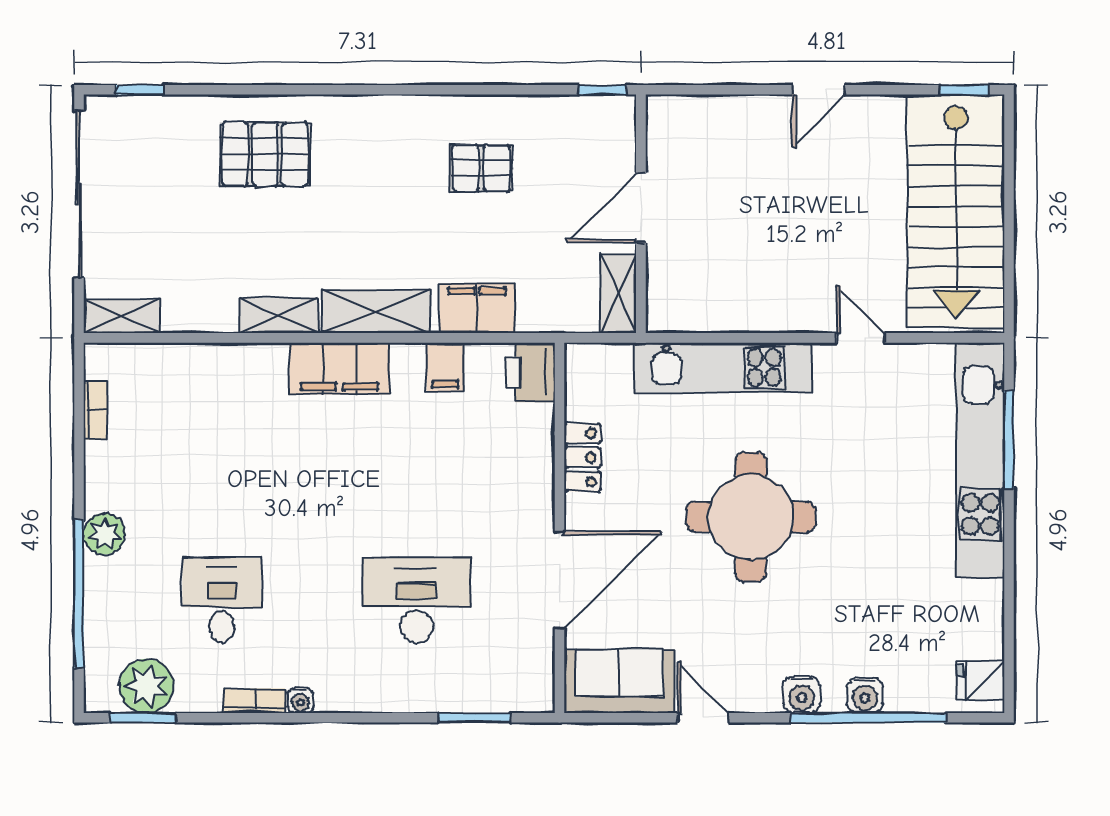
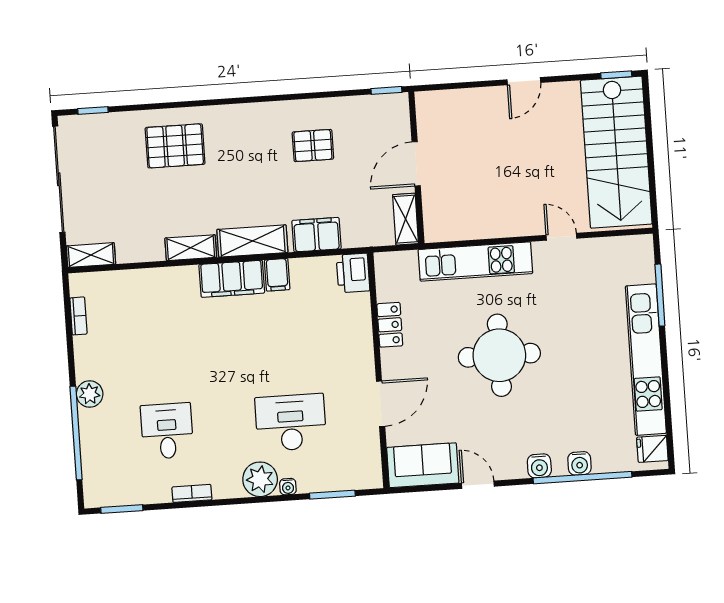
filing cabinet: (445, 367) -> (277, 275), moved
kitchen unit: (980, 460) -> (646, 360), moved
door: (560, 580) -> (381, 404), width x0.73
plant: (146, 686) -> (260, 479), moved
water cooler: (301, 700) -> (288, 487), moved

